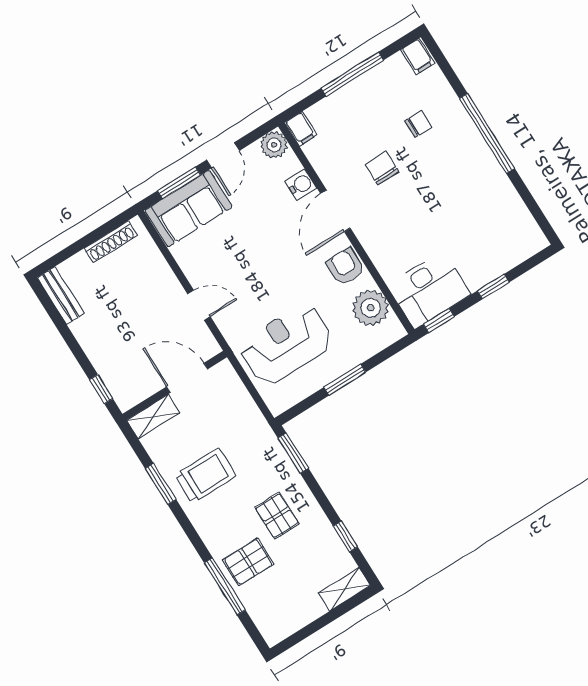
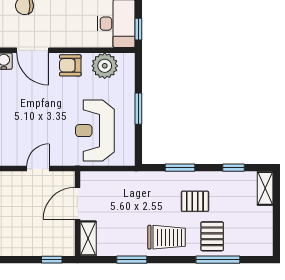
window: (293, 453) -> (180, 168), moved
trolley: (206, 476) -> (167, 237), moved, turned 90

